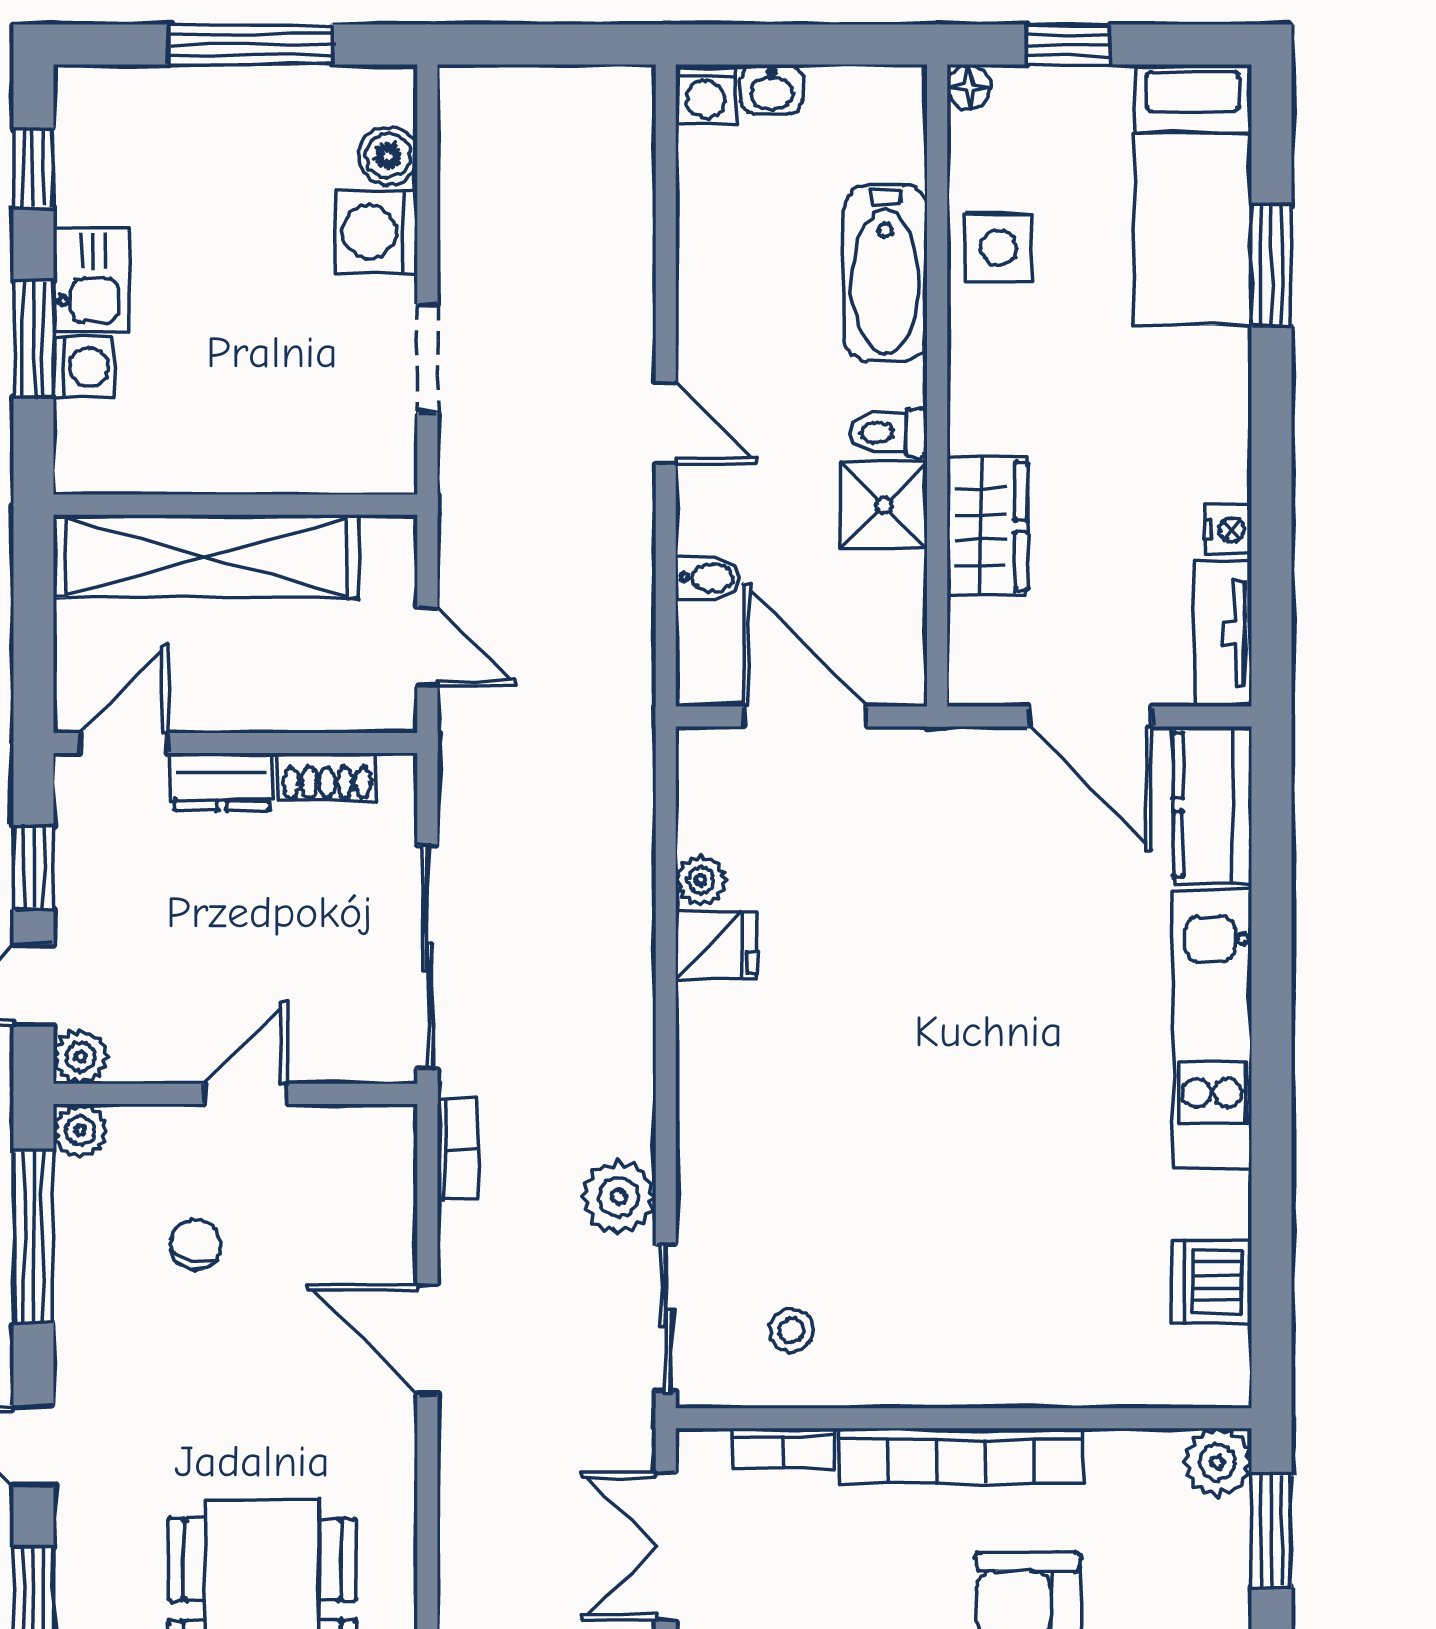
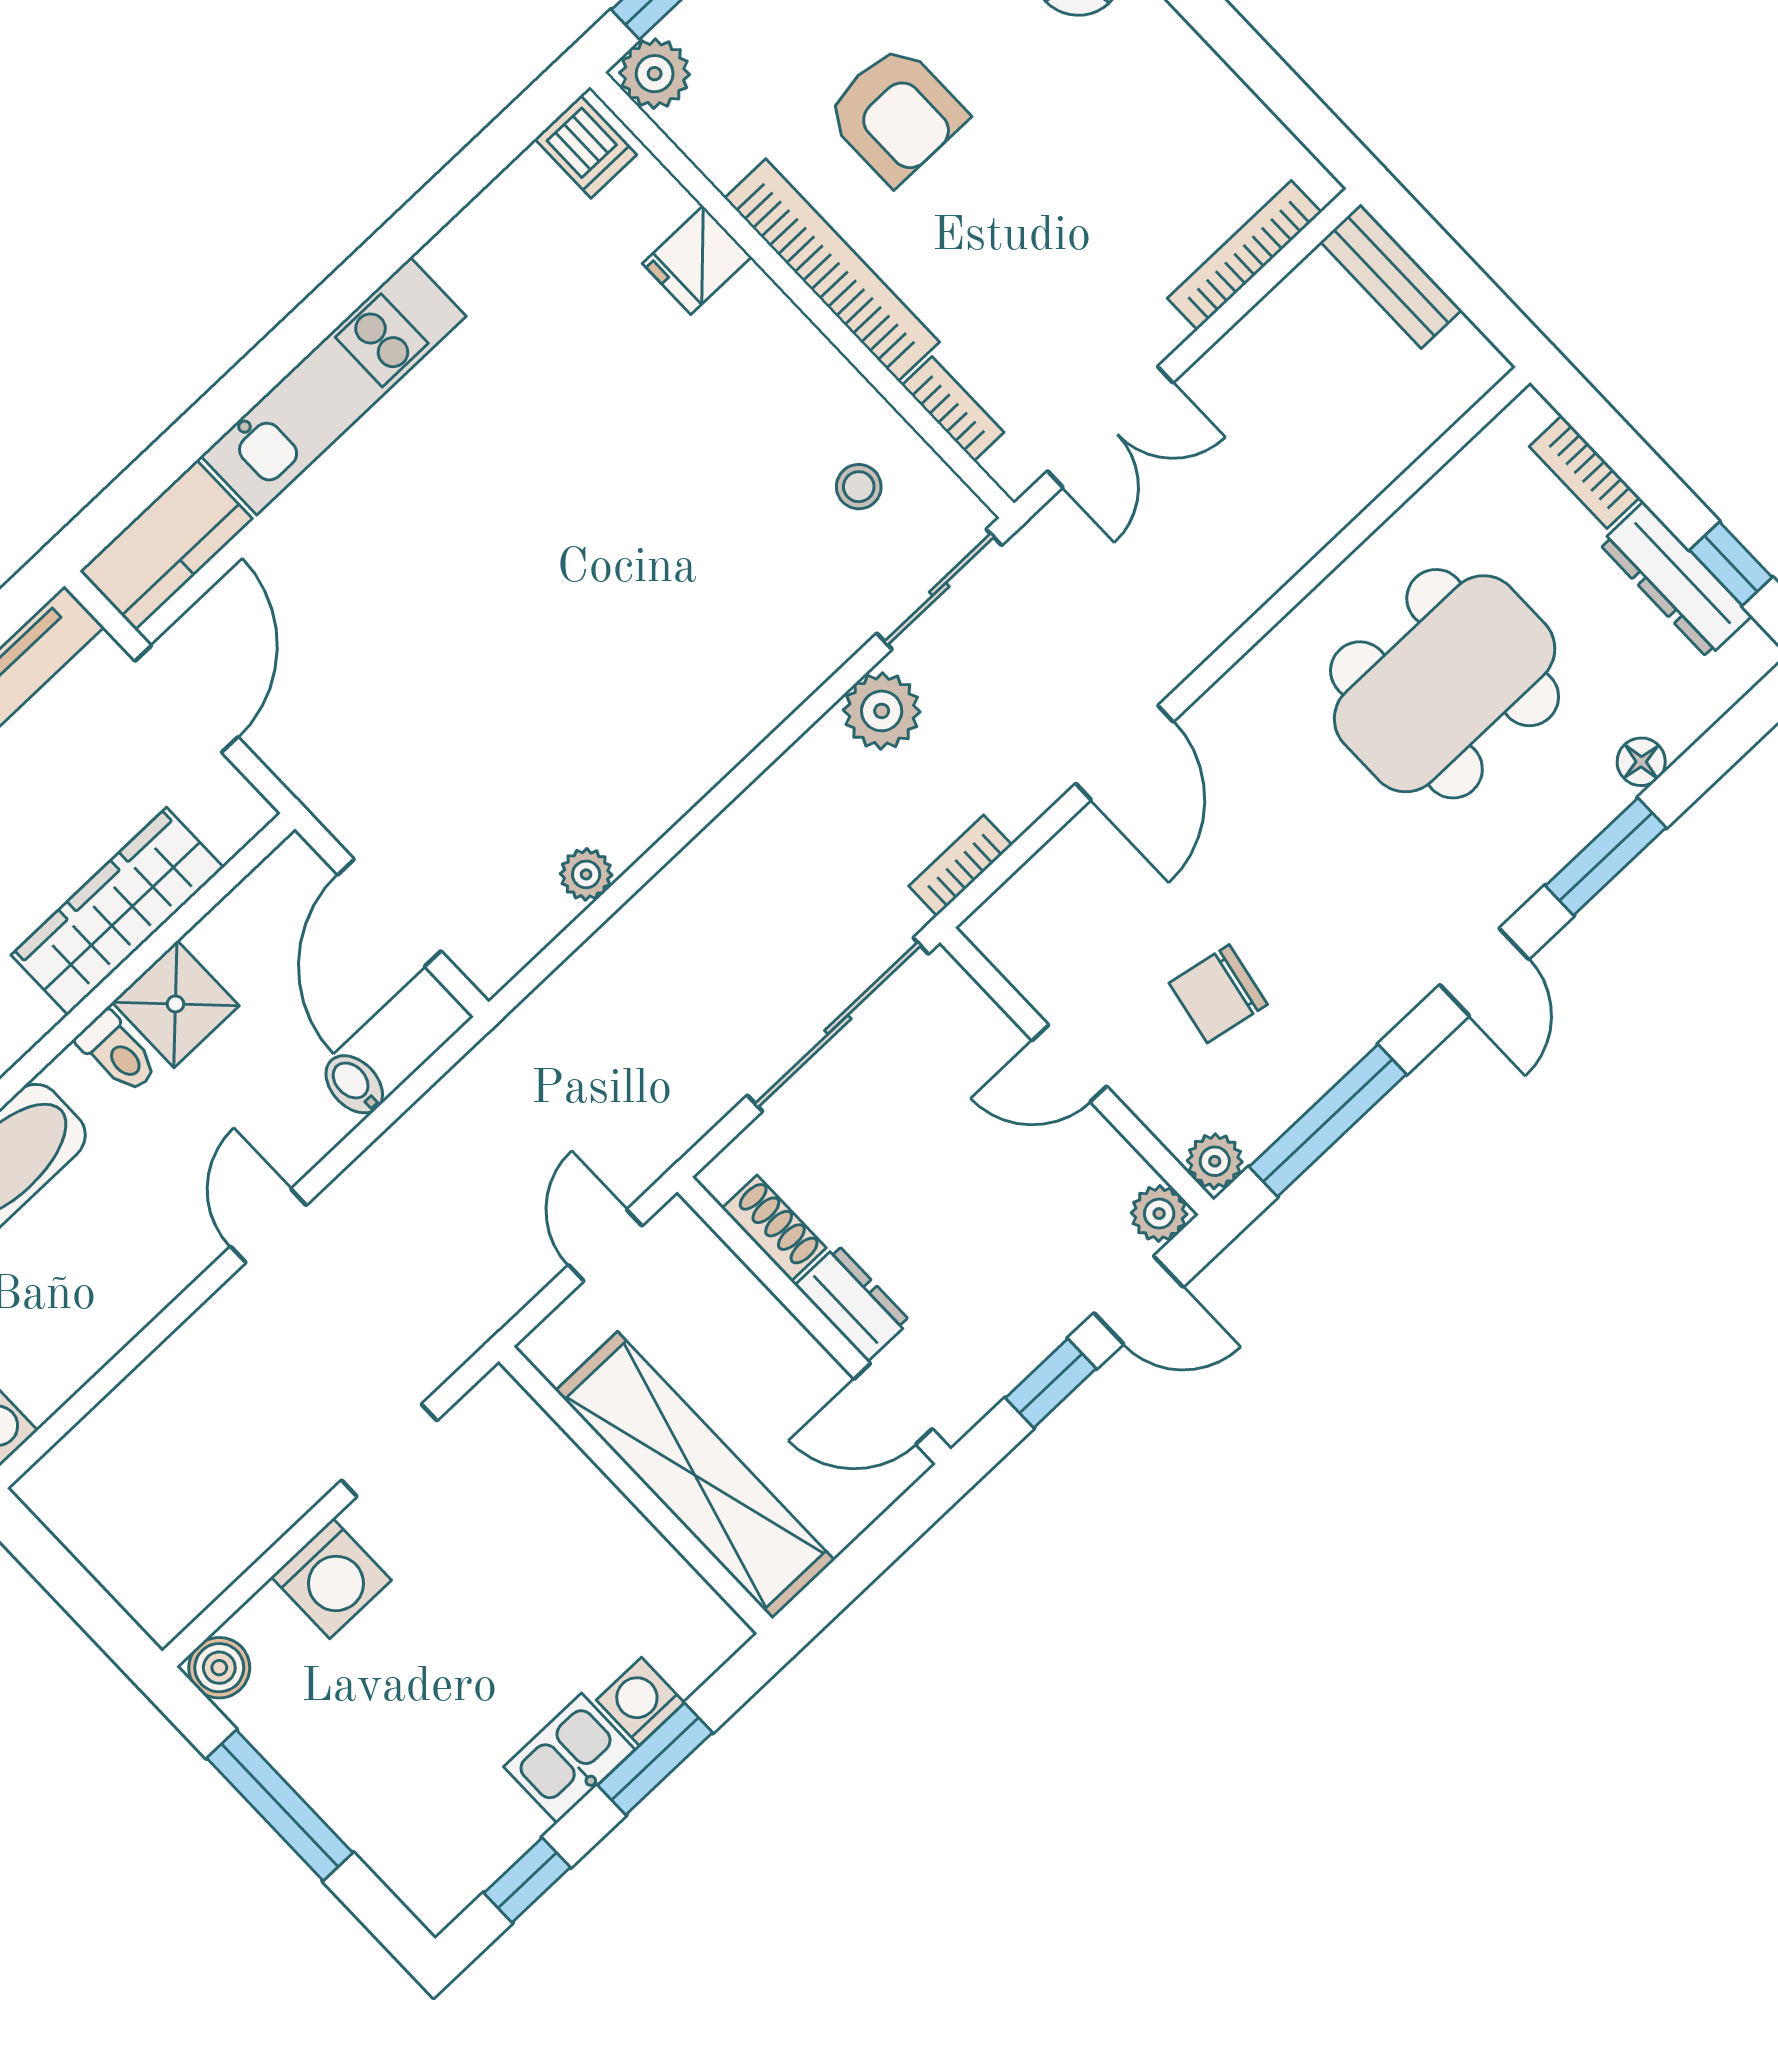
boiler: (388, 156) -> (219, 1668), moved
wardrobe: (987, 526) -> (117, 911), width x1.50
fridge: (716, 945) -> (697, 260), moved, turned -90
chair: (195, 1245) -> (1218, 994), width x1.37, depth x1.37
dishwasher: (1212, 1282) -> (586, 147), moved, width x0.73

